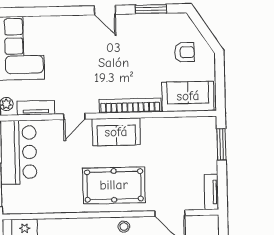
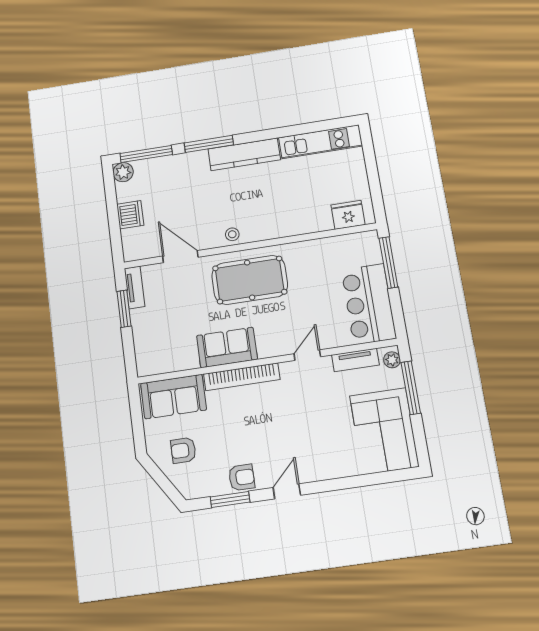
door: (105, 10) -> (287, 491), hinge flipped
armchair: (140, 25) -> (242, 477), added
sofa: (116, 132) -> (227, 347), moved
window: (221, 144) -> (124, 309), moved

